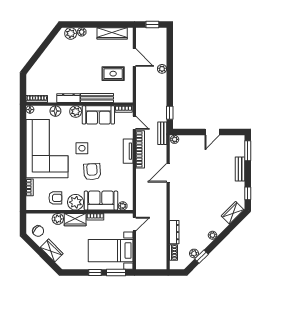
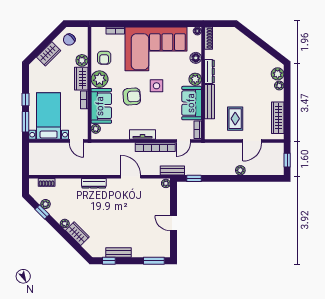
tv unit: (128, 151) -> (143, 134), moved
bench: (240, 169) -> (119, 253), moved
wardrobe: (233, 213) -> (77, 234), moved
dresser: (174, 232) -> (94, 183), moved

